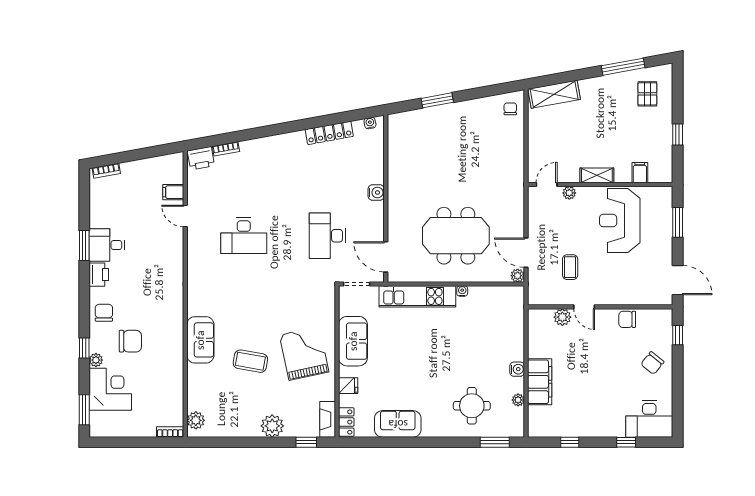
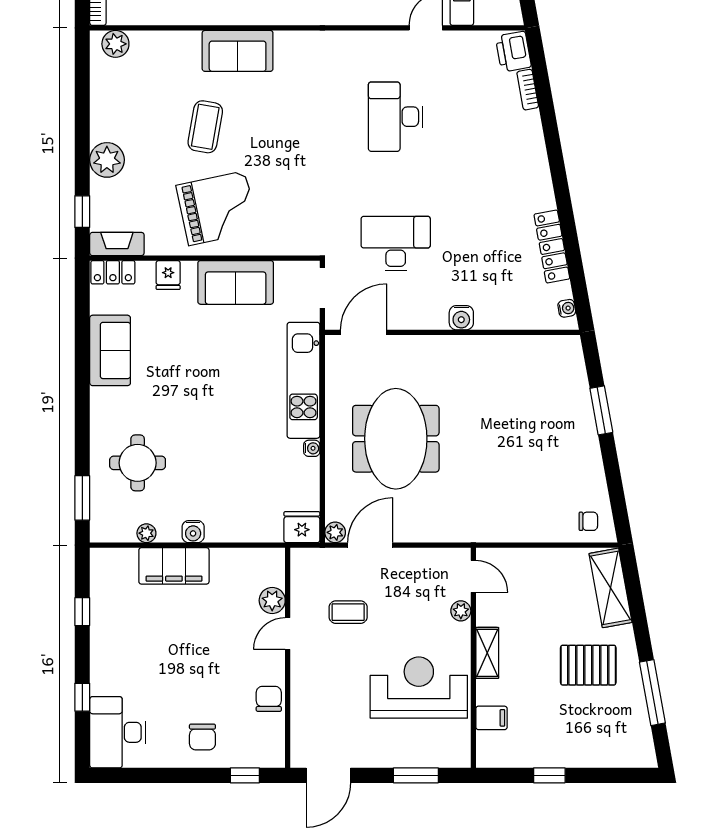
pallet: (647, 94) -> (588, 665), moved, width x1.50, depth x1.42
fridge: (514, 298) -> (302, 527), added
chair: (652, 363) -> (202, 737), turned -129

